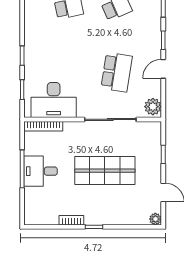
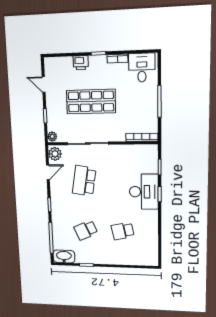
door: (163, 69) -> (48, 172), moved
desk: (54, 100) -> (144, 192), moved, turned 90
desk: (41, 171) -> (142, 68), moved, turned -90
printer: (116, 217) -> (81, 63), added
plant: (155, 219) -> (52, 136), moved

